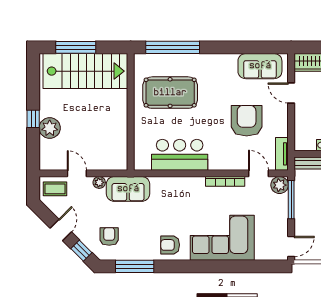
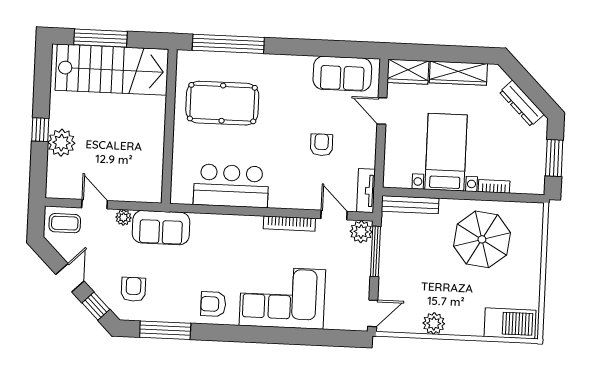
armchair: (247, 121) -> (321, 145), width x0.53, depth x0.53

